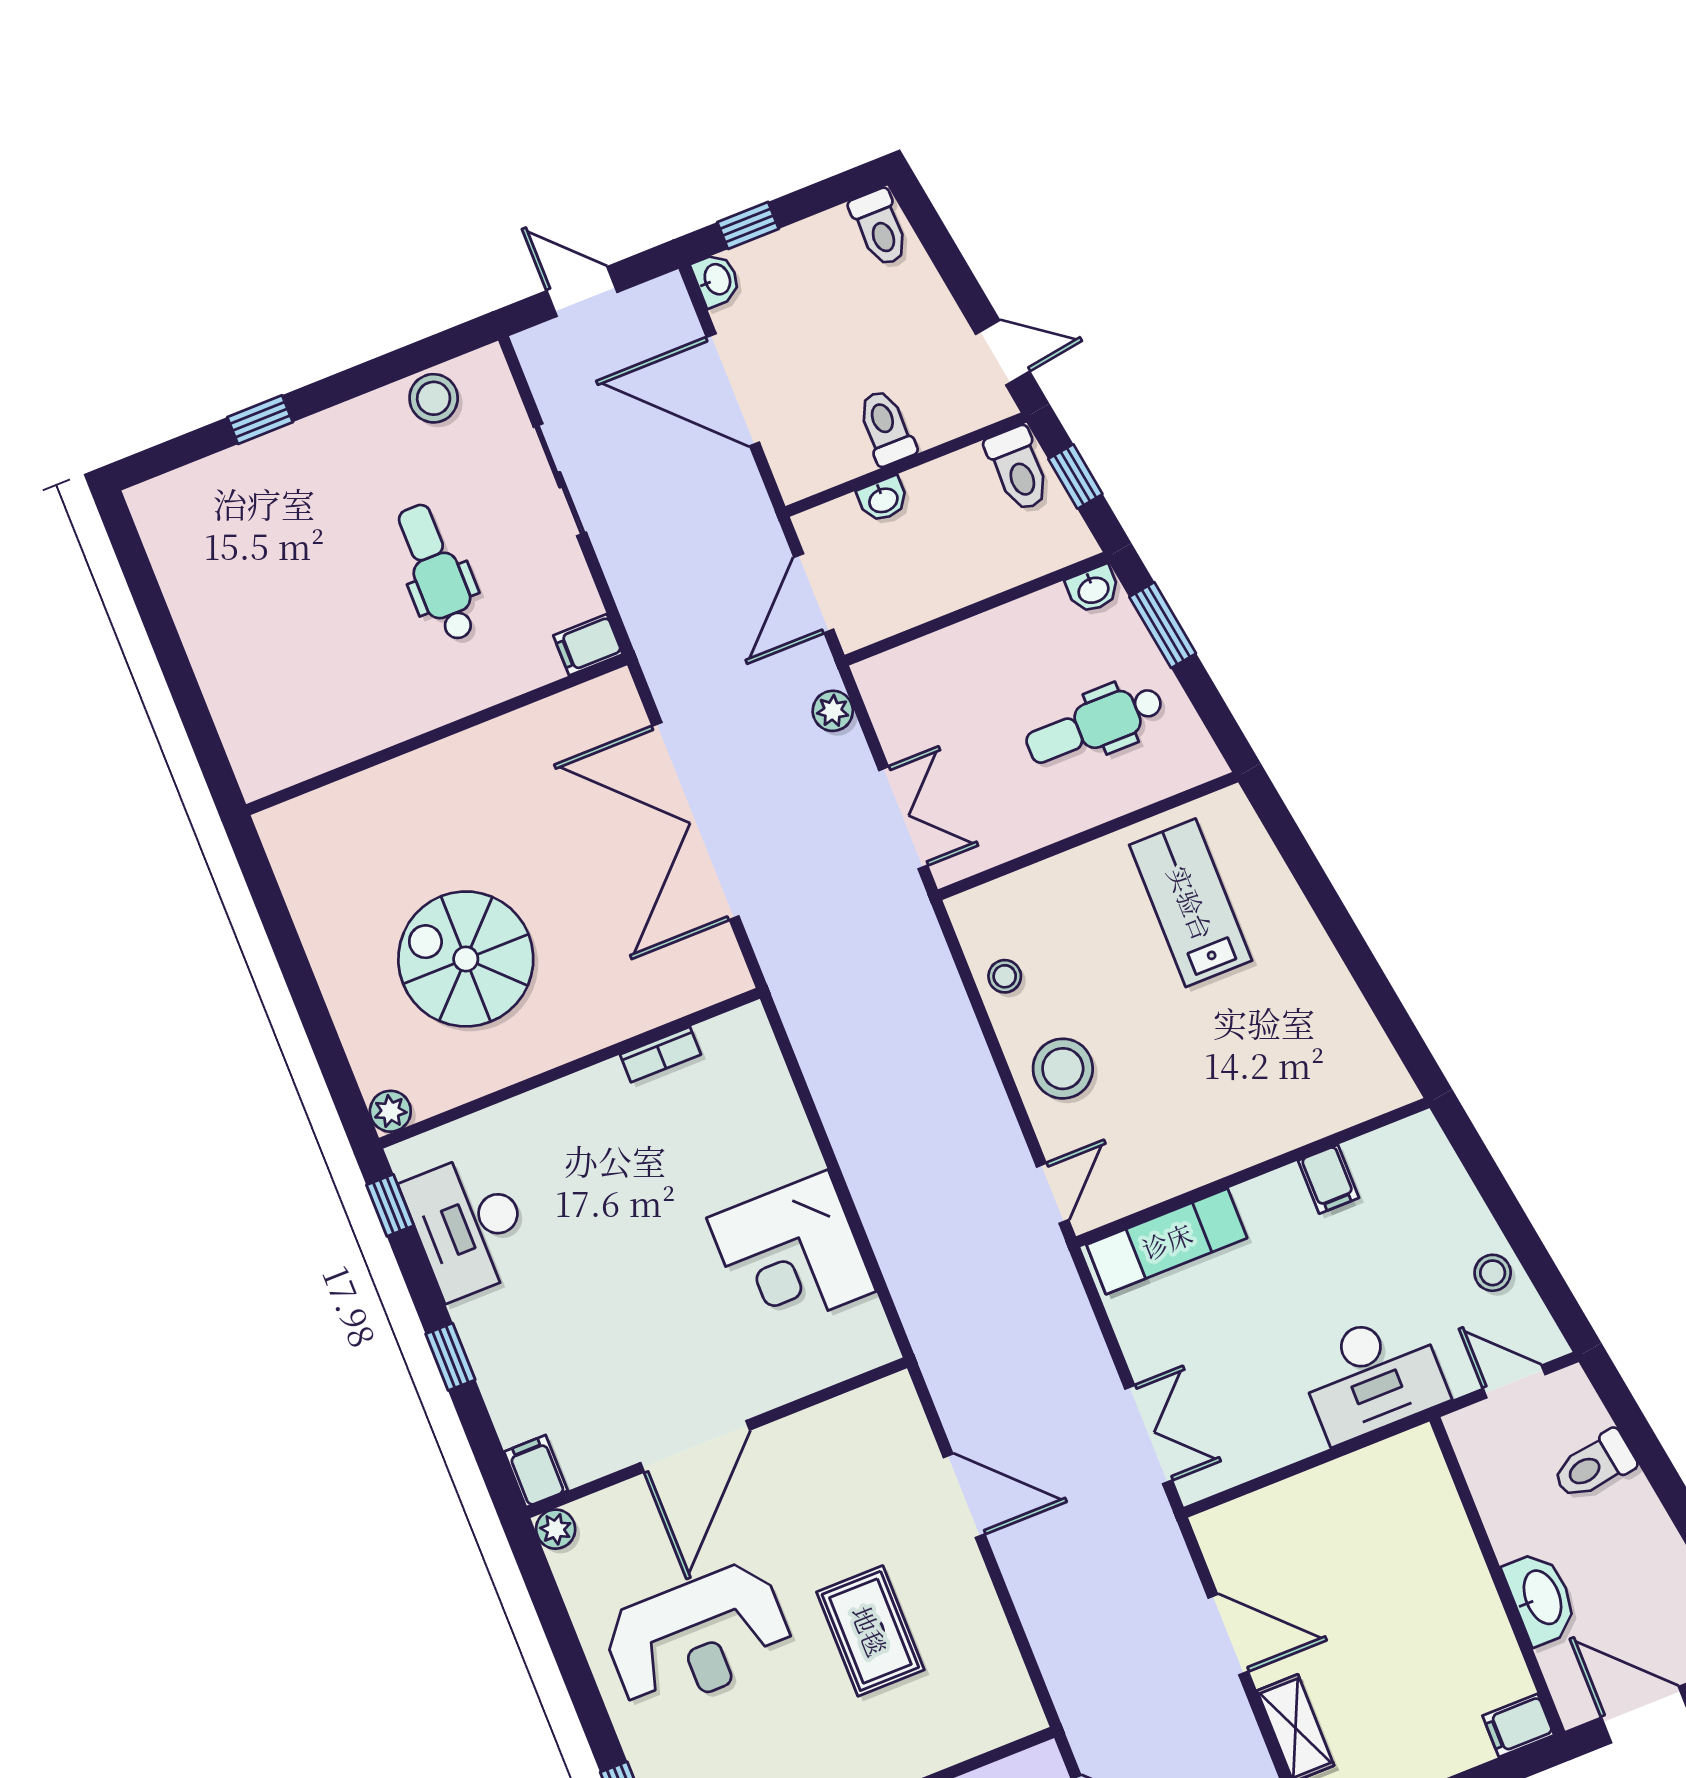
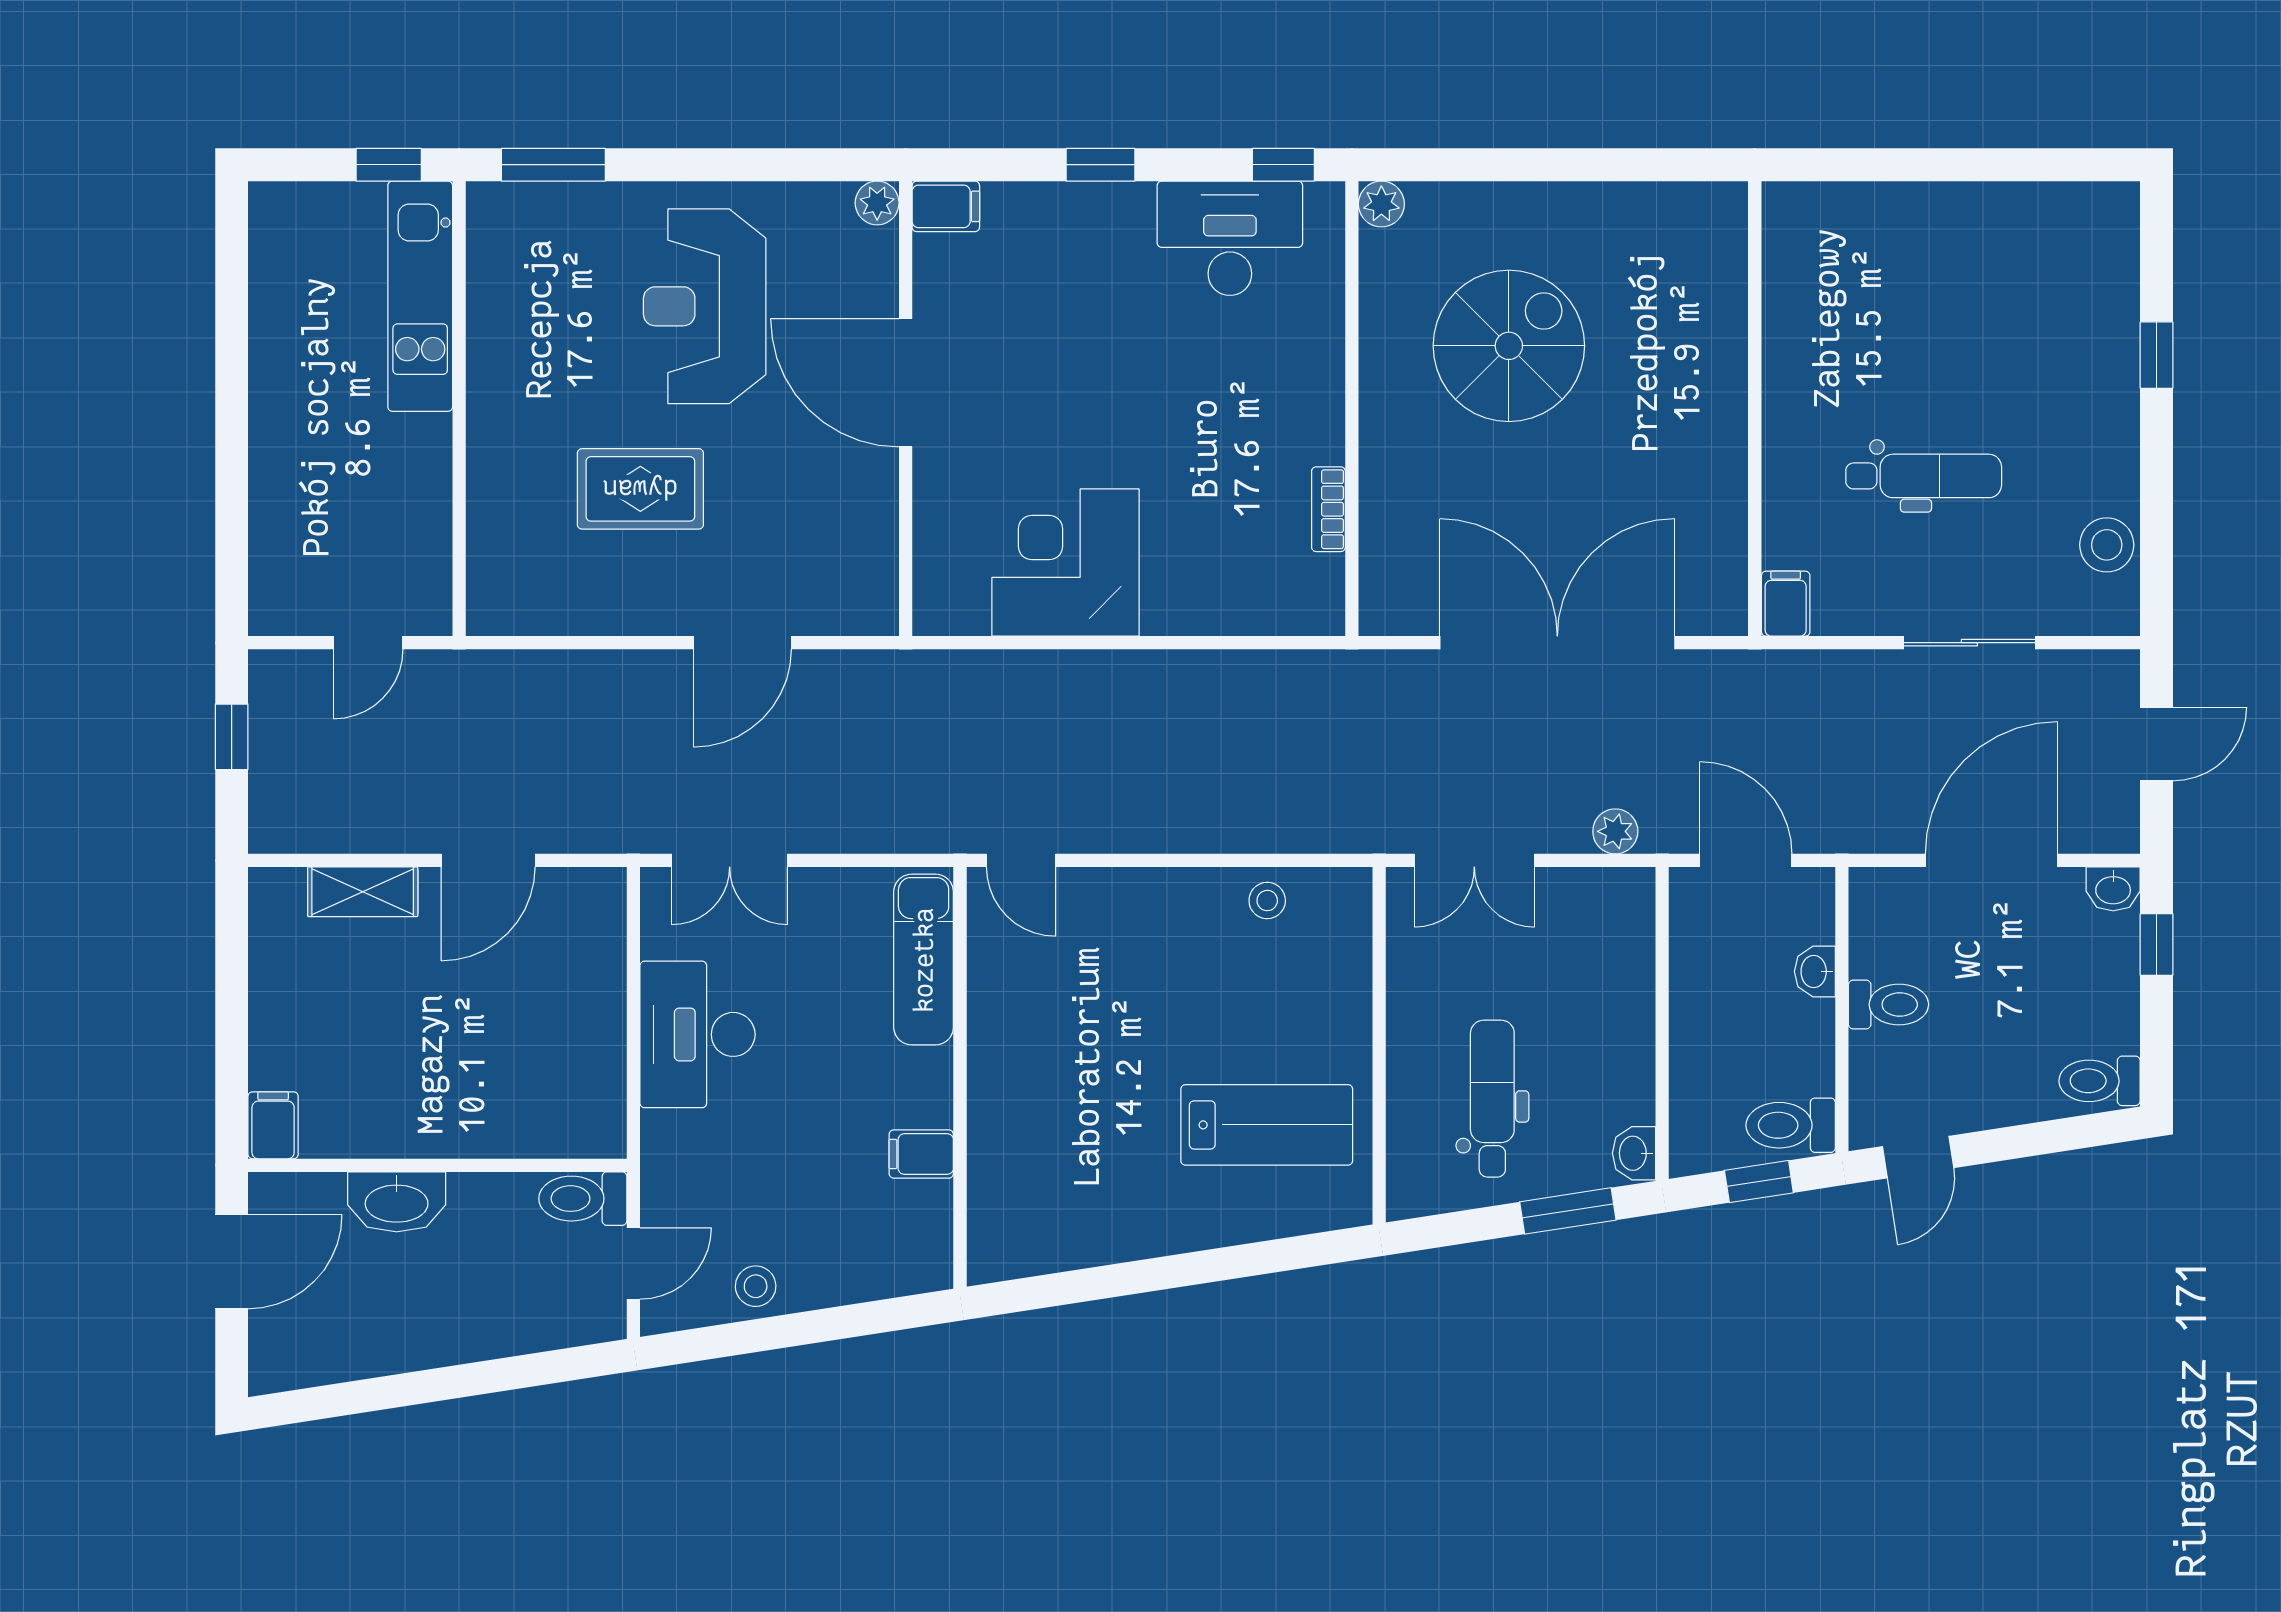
stool: (1063, 1069) -> (1147, 923), removed
desk: (1373, 1376) -> (697, 1034), moved
toilet: (1594, 1465) -> (583, 1199), moved, turned -81

